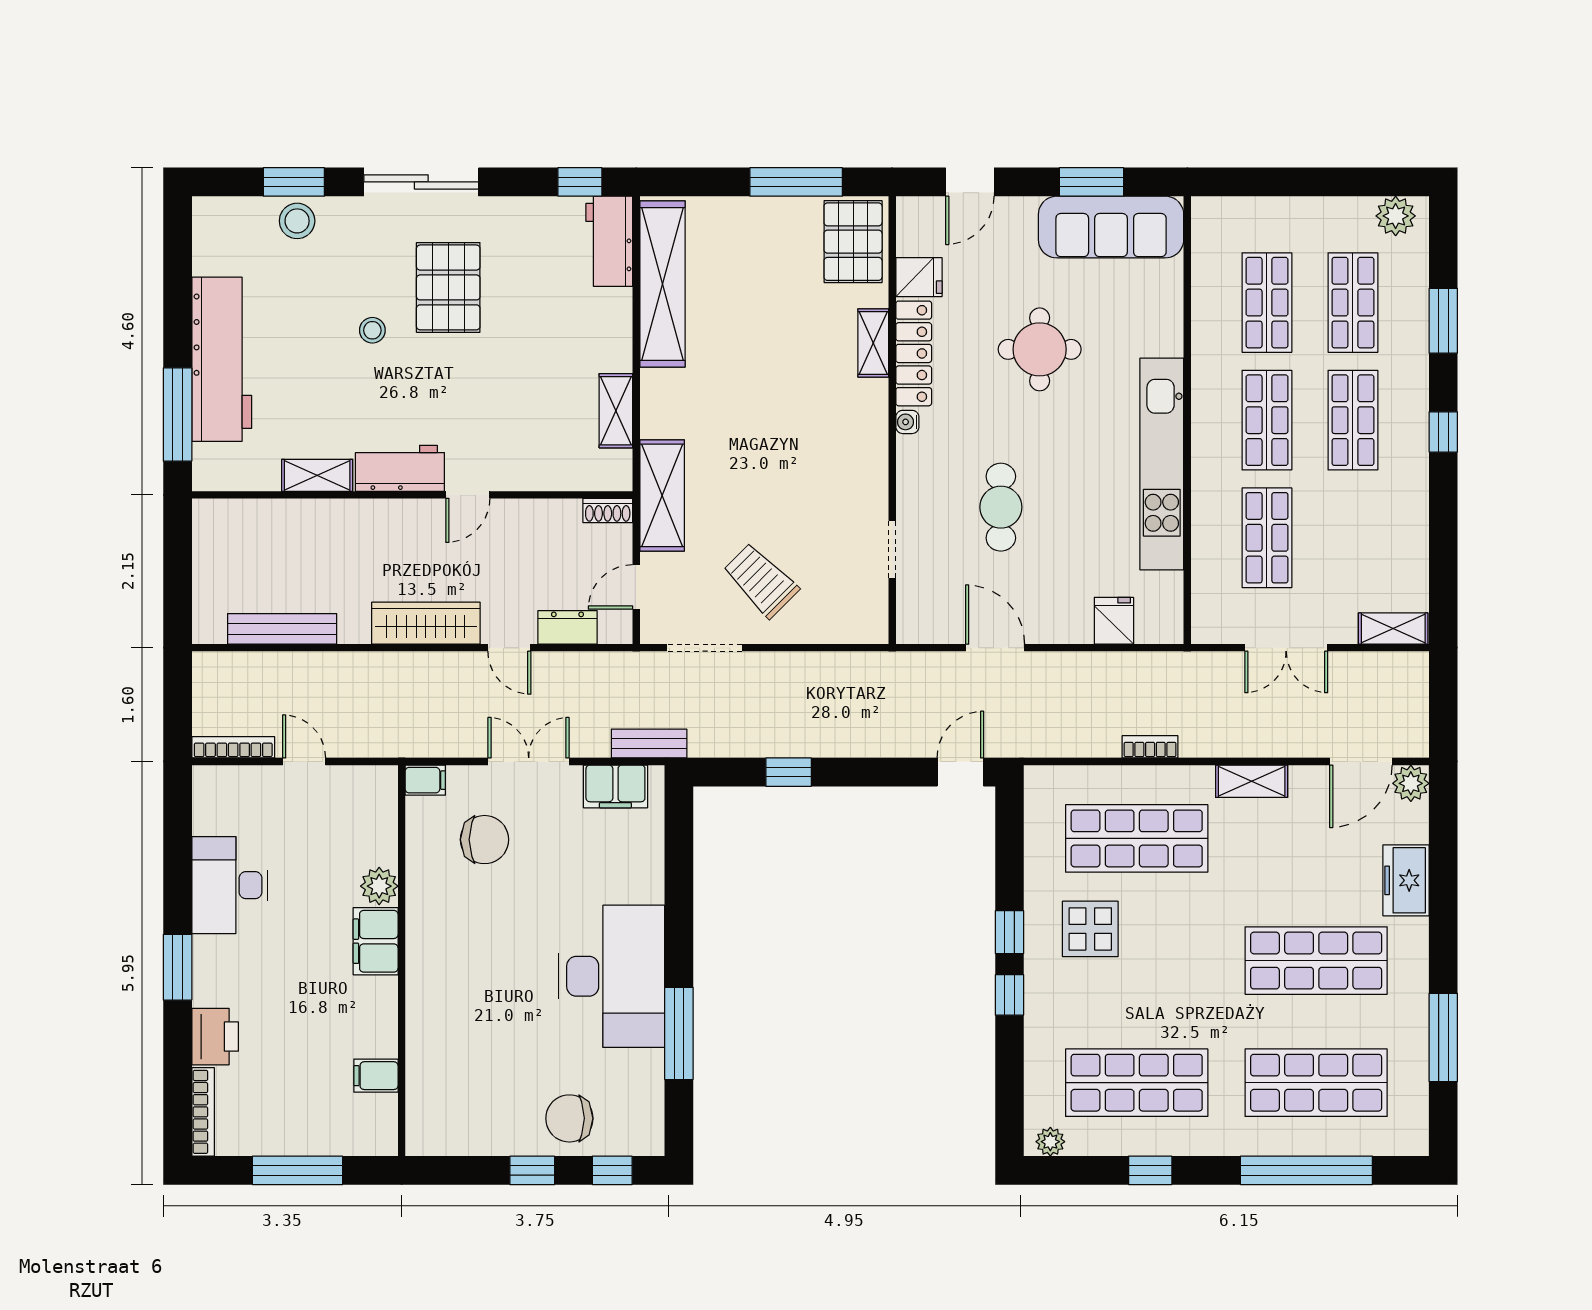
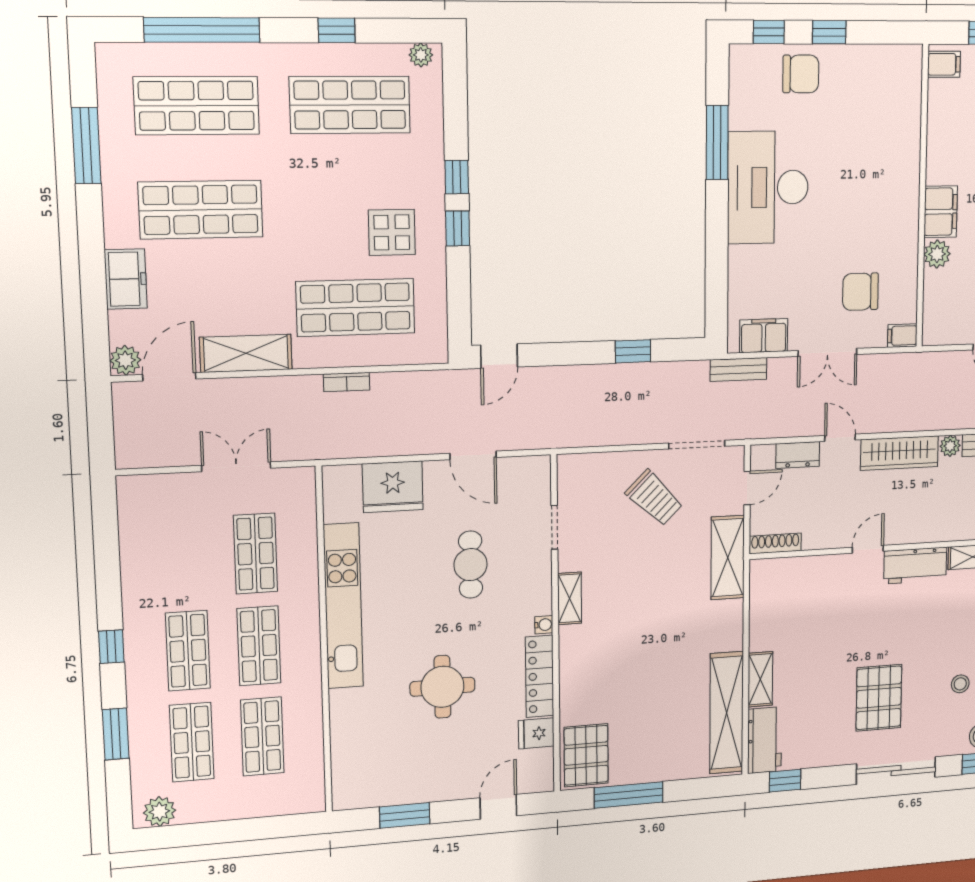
sofa: (1111, 227) -> (389, 783), removed
stool: (372, 330) -> (960, 684), moved
shelving: (873, 343) -> (570, 598), moved
shelving: (616, 411) -> (760, 679), moved
shoe rack: (608, 510) -> (775, 543), width x1.43
fridge: (1114, 621) -> (393, 487), width x1.88, depth x1.34
plant: (354, 629) -> (950, 446), added
shelving: (1393, 629) -> (146, 487), removed
shelving: (1252, 781) -> (246, 353), width x1.50, depth x1.33
filing cabinet: (376, 1076) -> (944, 64), moved

